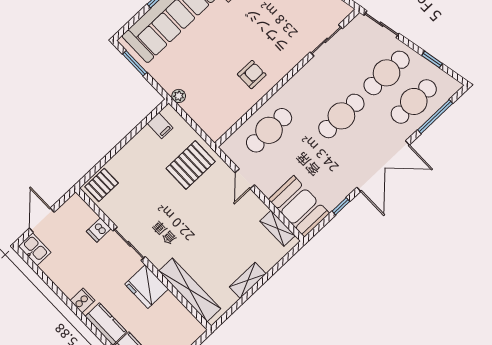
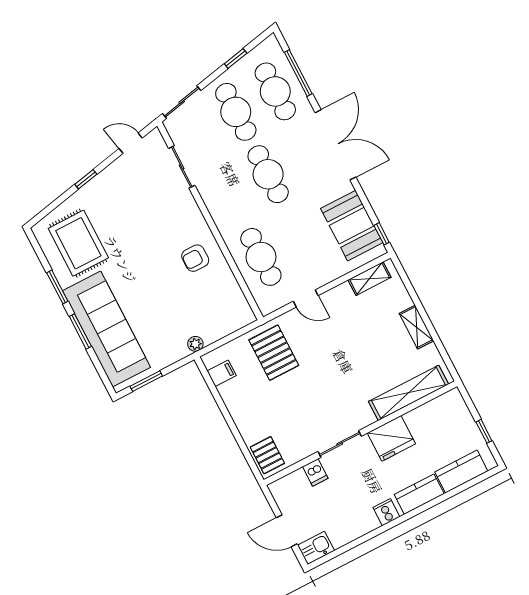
armchair: (252, 75) -> (195, 258), turned -90
booth: (299, 206) -> (352, 226), moved, turned 90
window: (341, 206) -> (382, 234), moved

